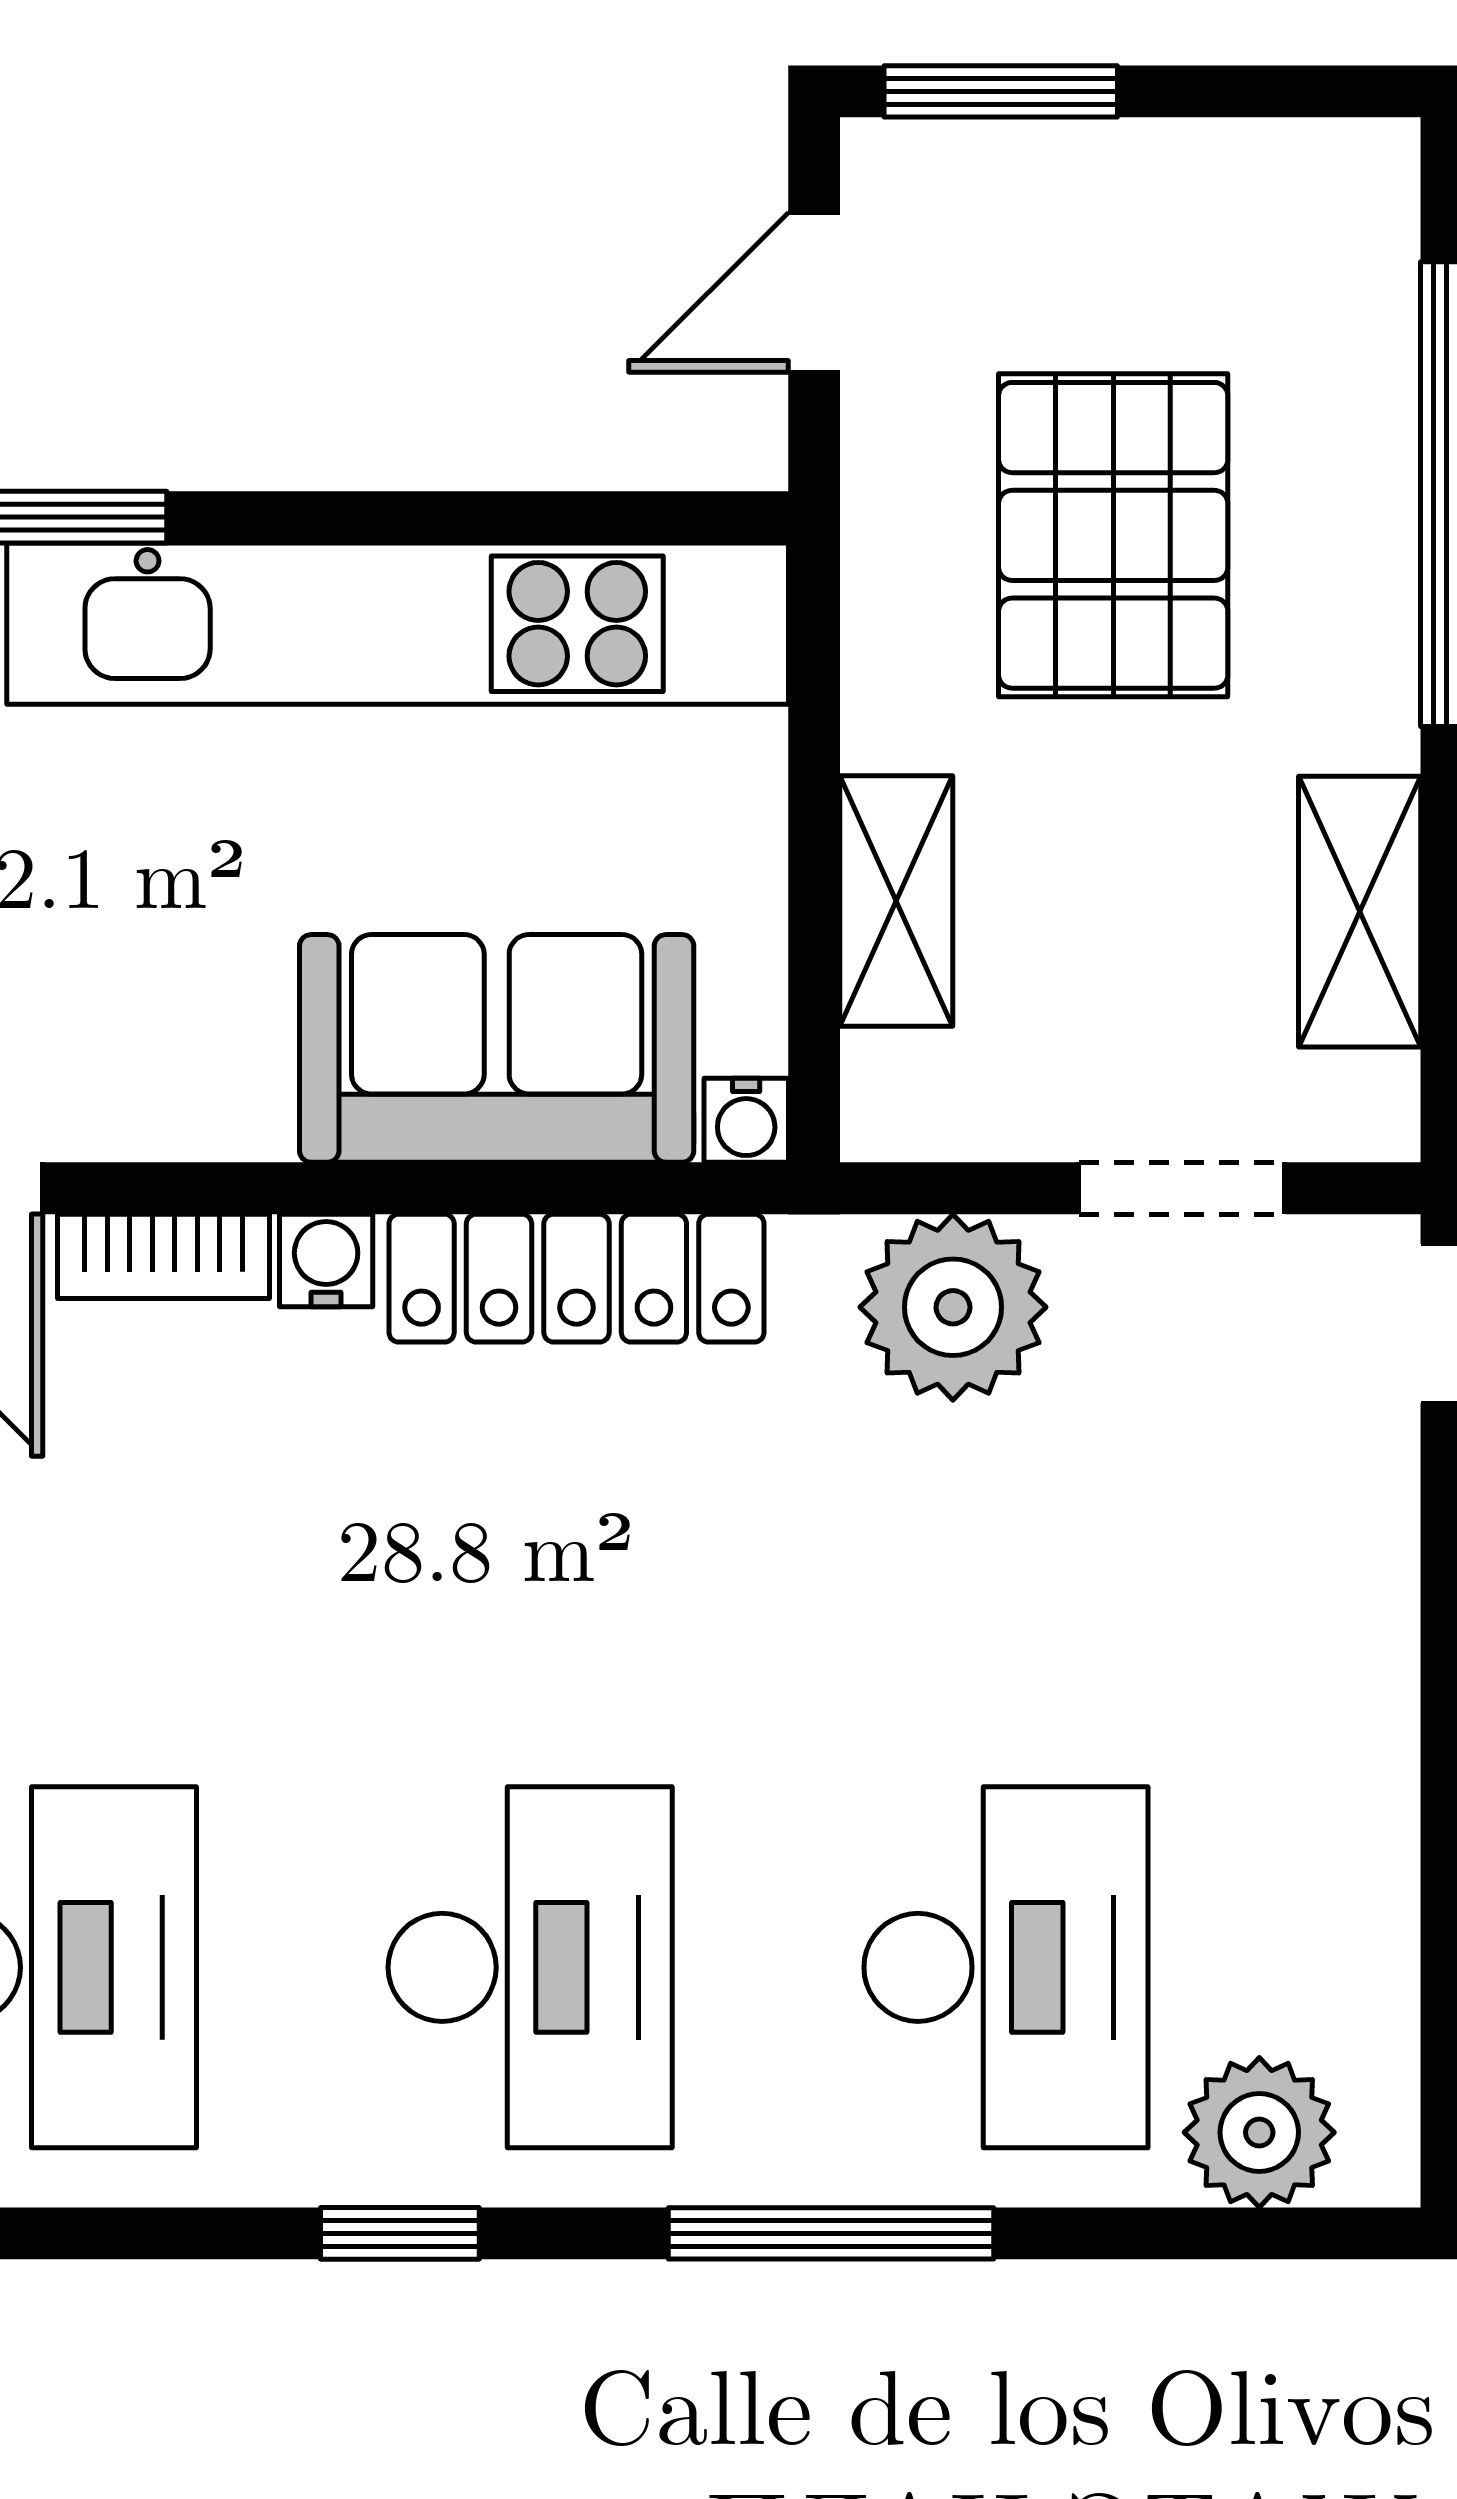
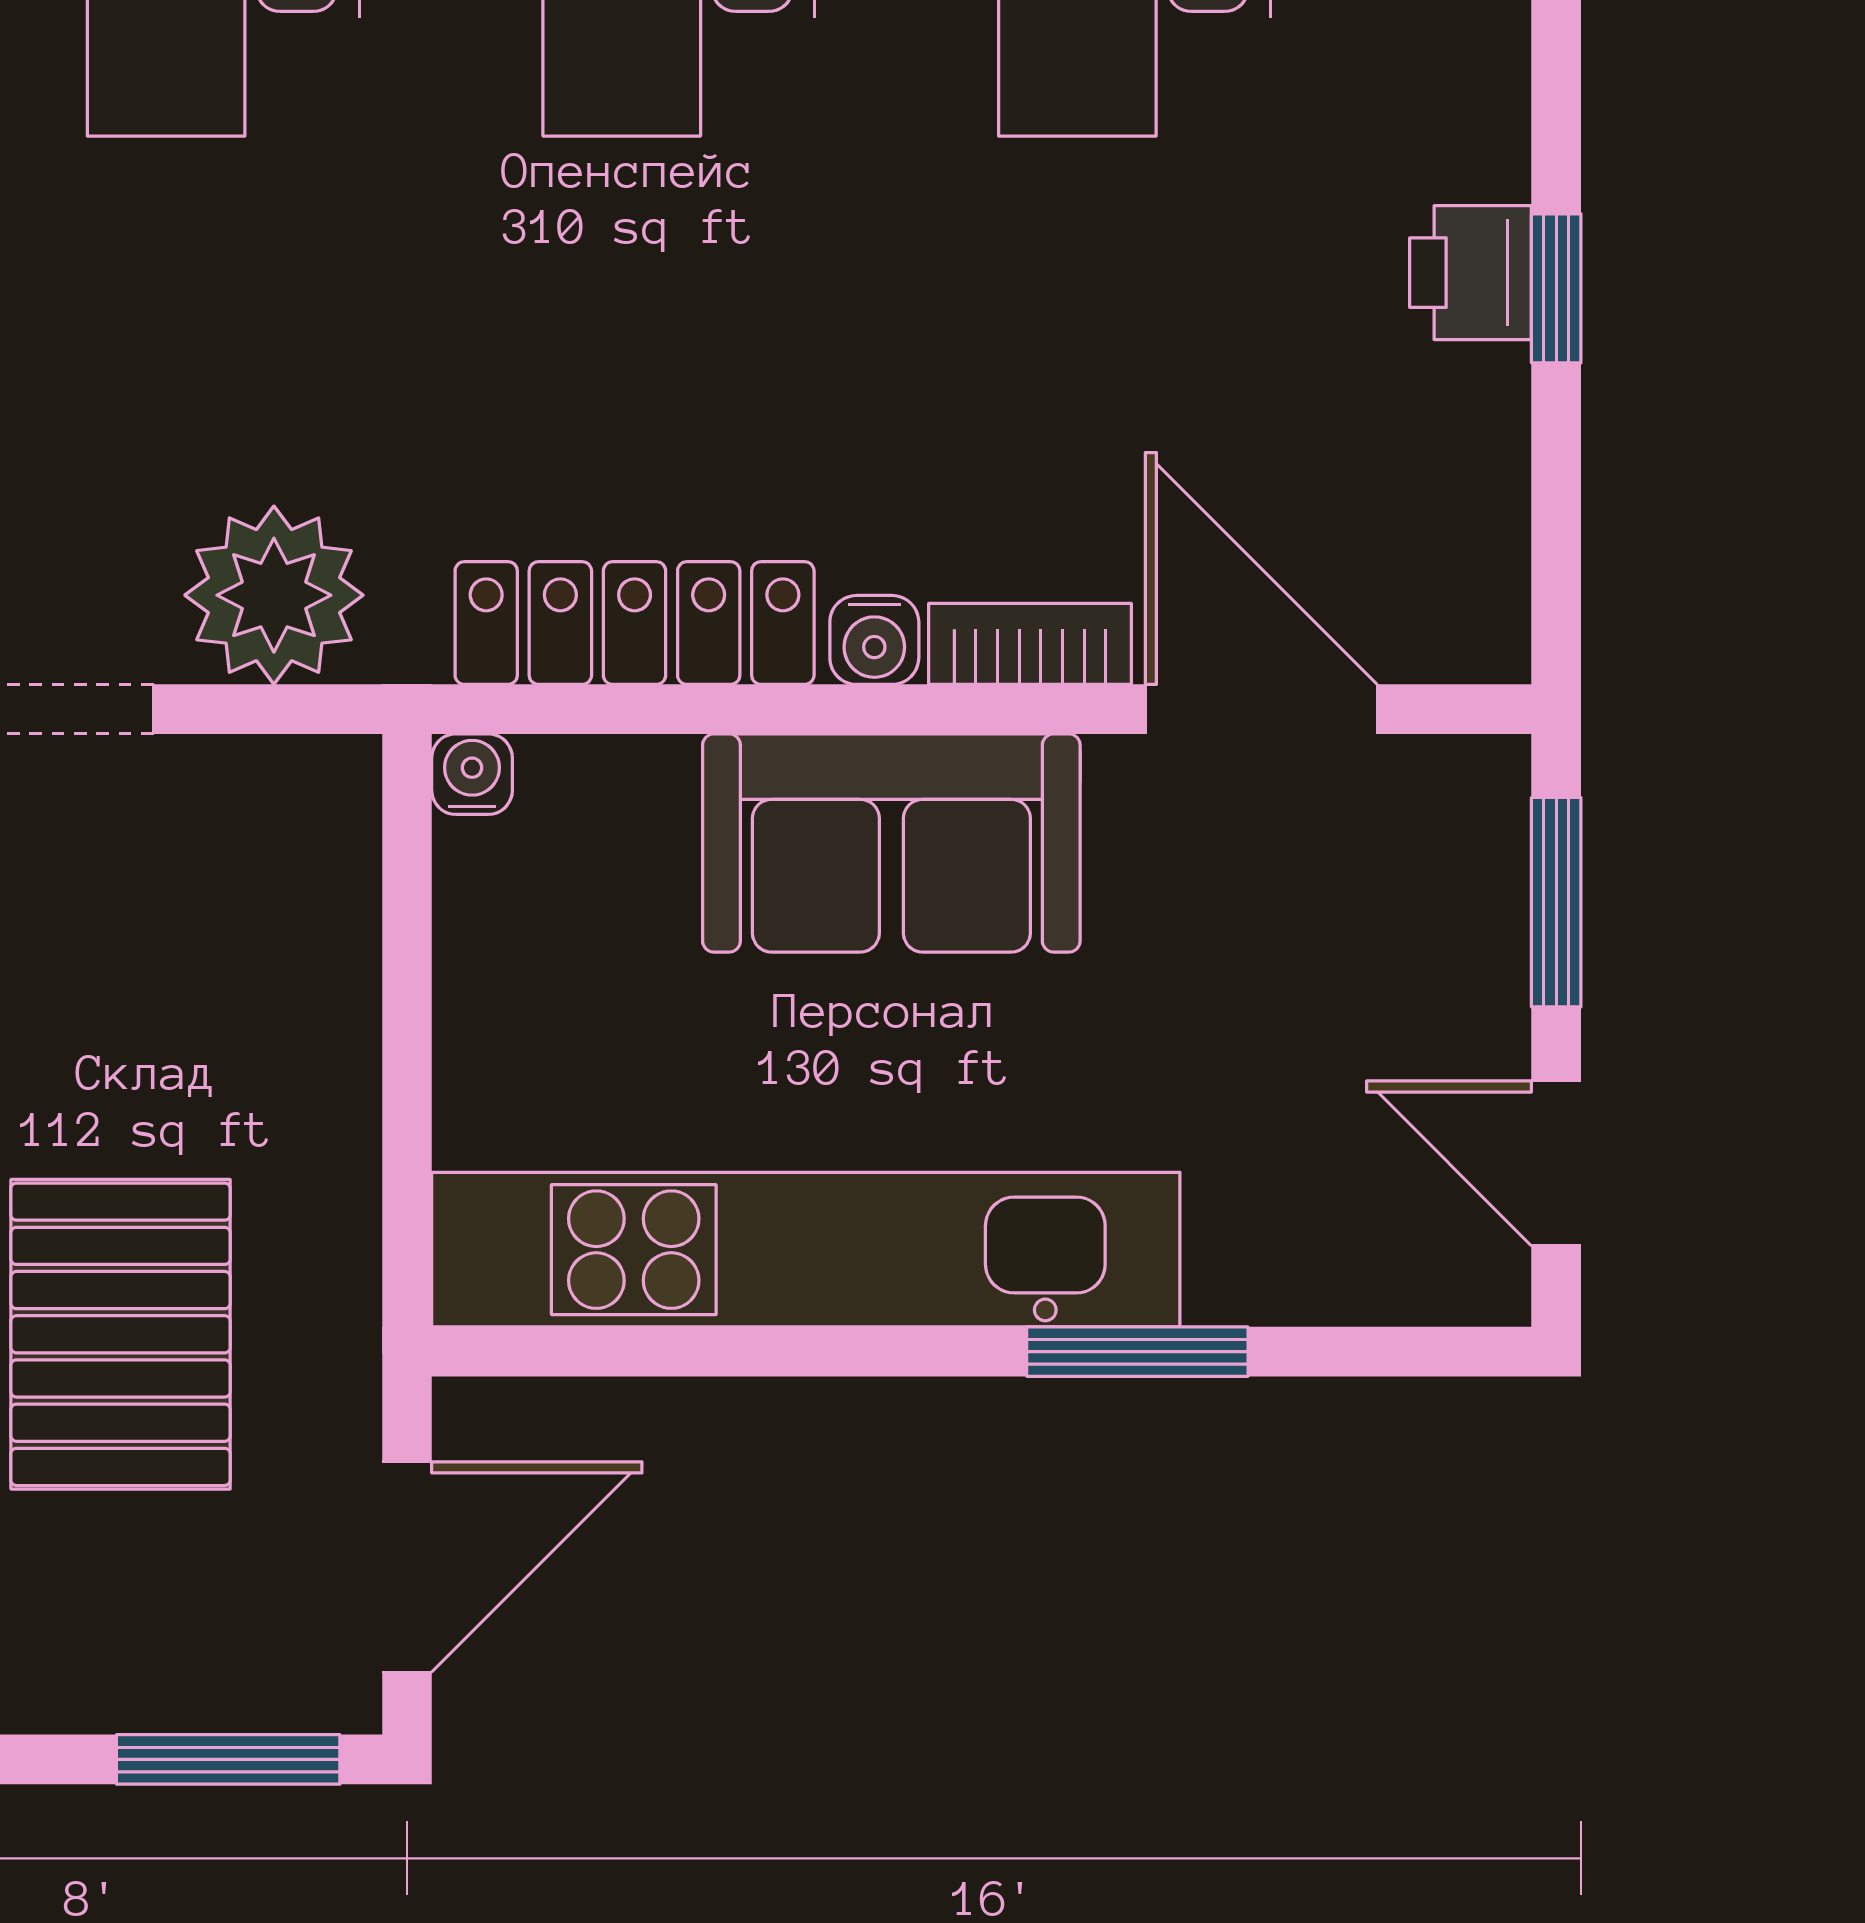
door: (814, 292) -> (407, 1567), width x1.38
shelving: (896, 901) -> (328, 984), removed
sofa: (497, 1048) -> (891, 843), moved

